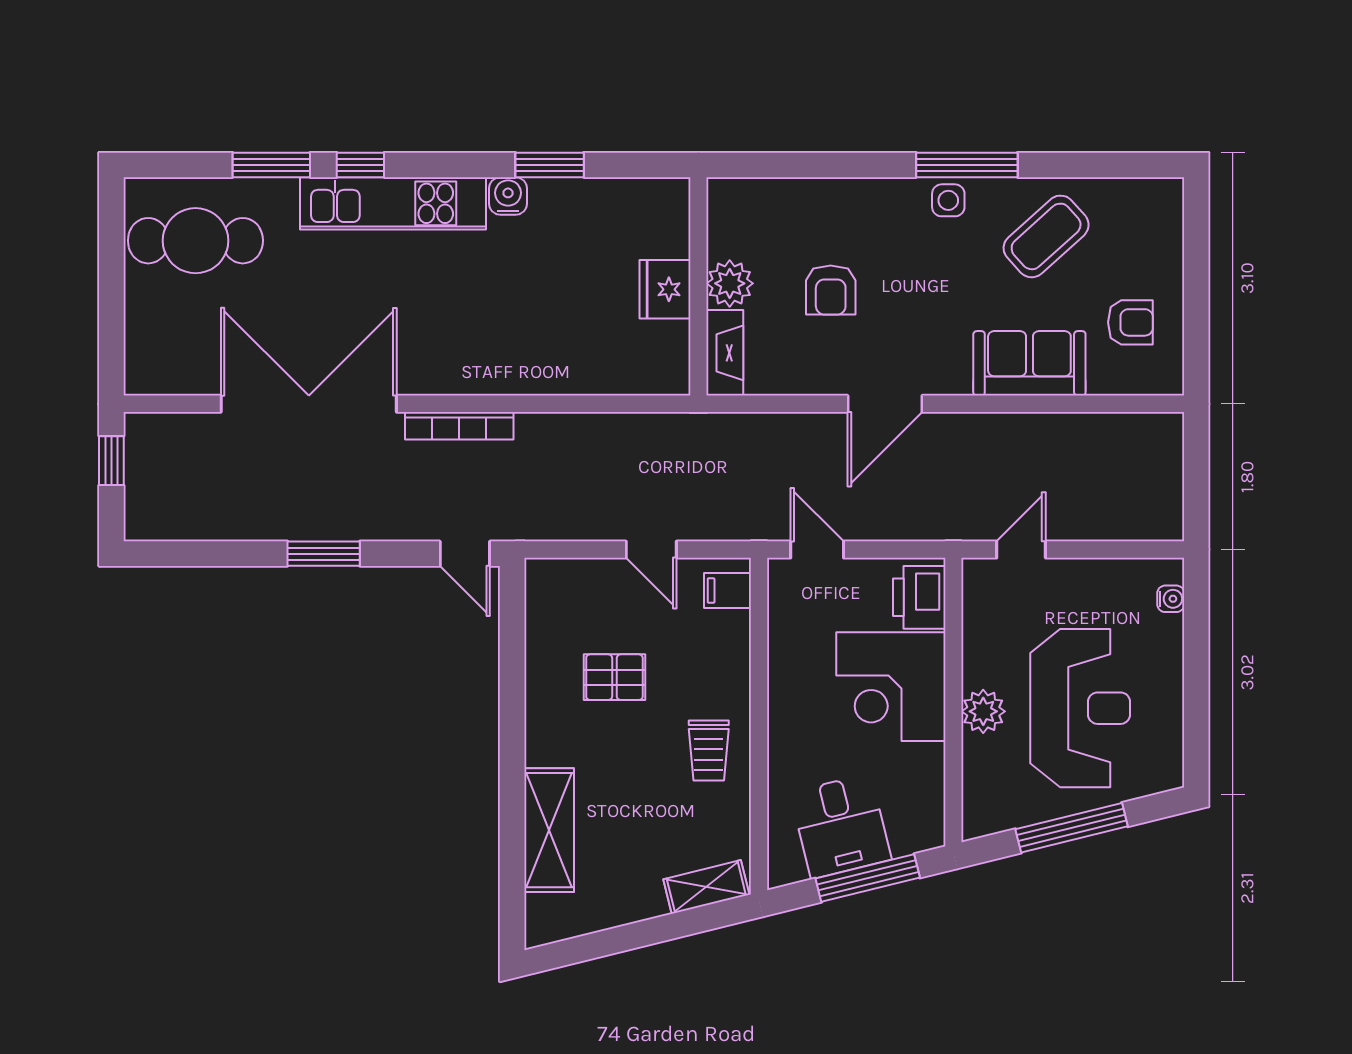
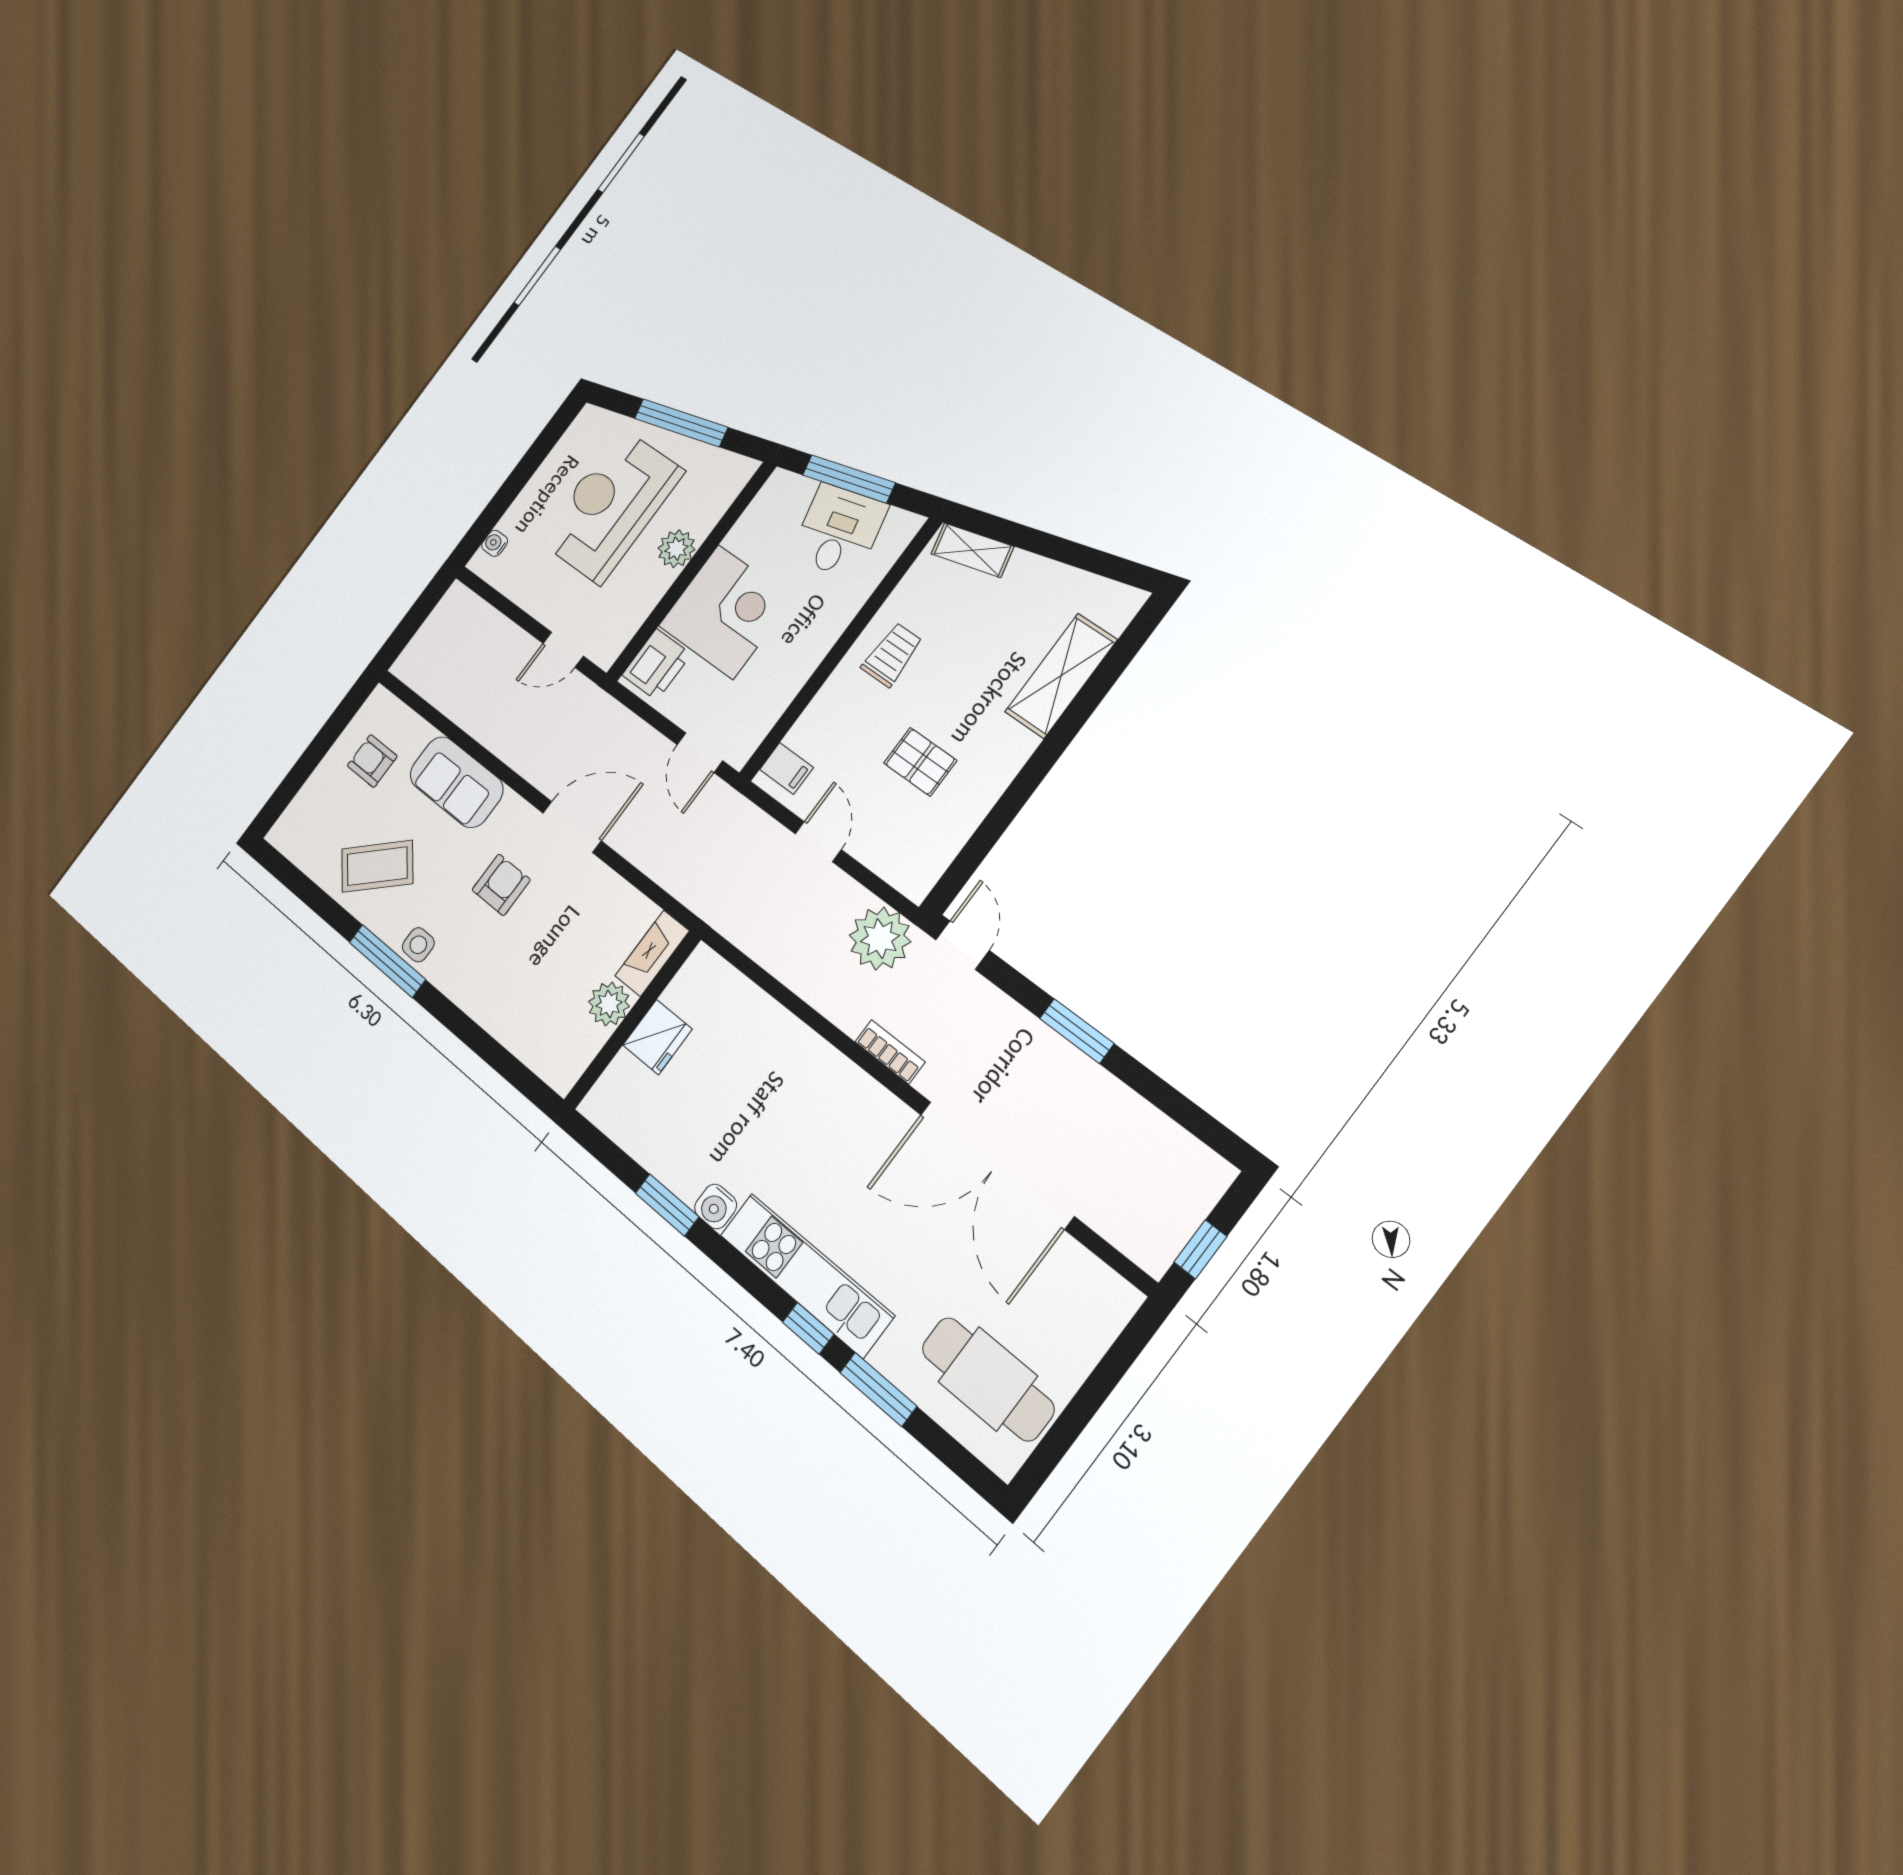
armchair: (831, 290) -> (501, 885), moved
bookcase: (459, 426) -> (890, 1052), width x0.64
plant: (537, 509) -> (880, 939), added

